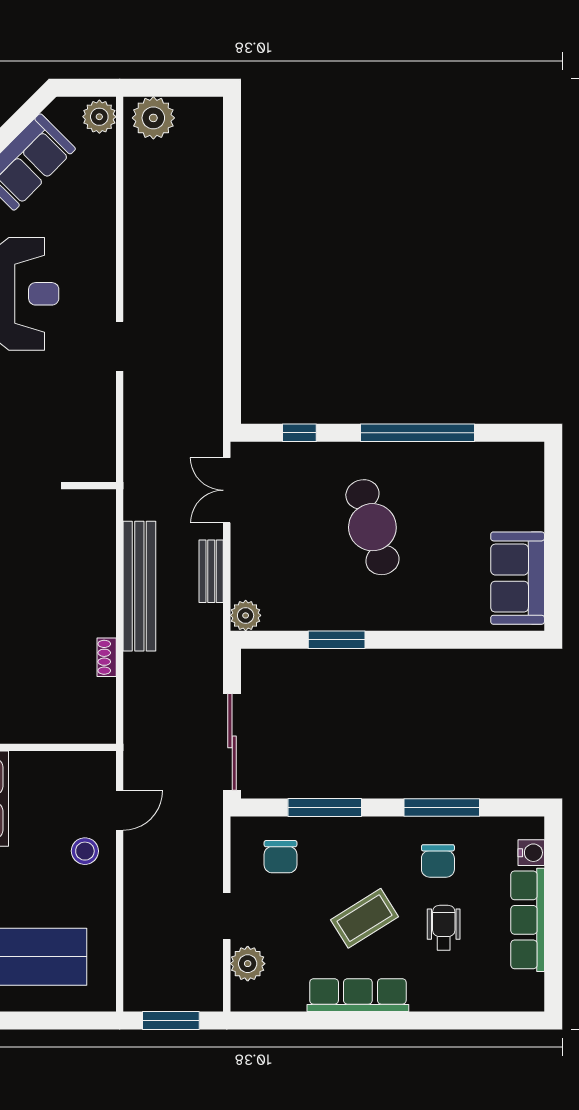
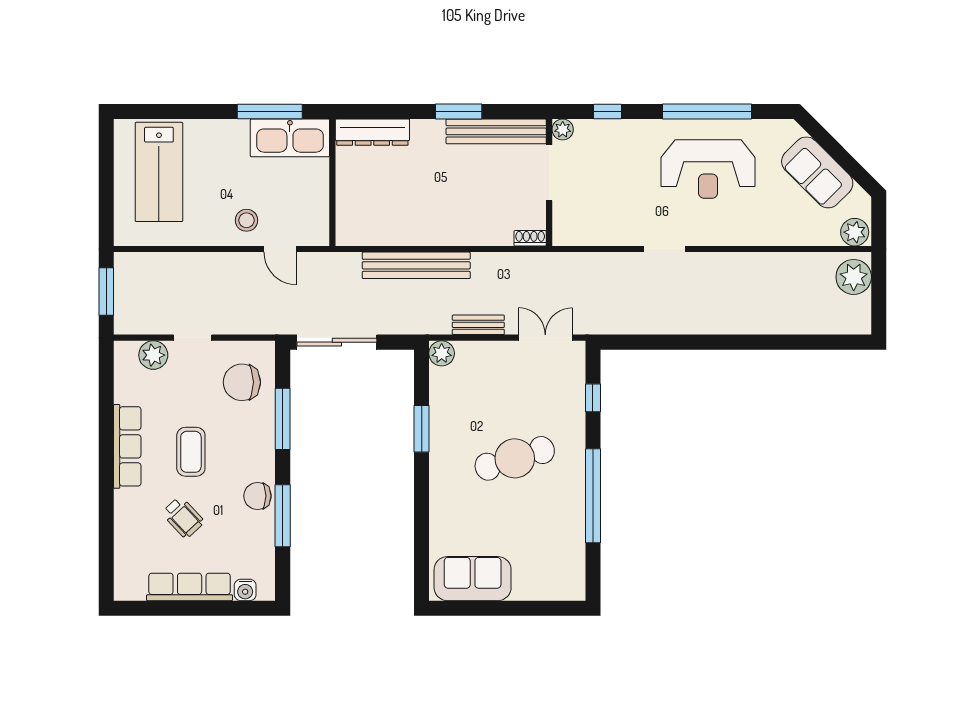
bench: (139, 586) -> (416, 265), moved
shoe rack: (107, 657) -> (530, 238), moved
chair: (280, 857) -> (242, 382), width x1.37, depth x1.37
chair: (438, 861) -> (257, 496), moved
coffee table: (364, 918) -> (191, 452), turned 32
wheelchair: (444, 928) -> (183, 517), turned 47

